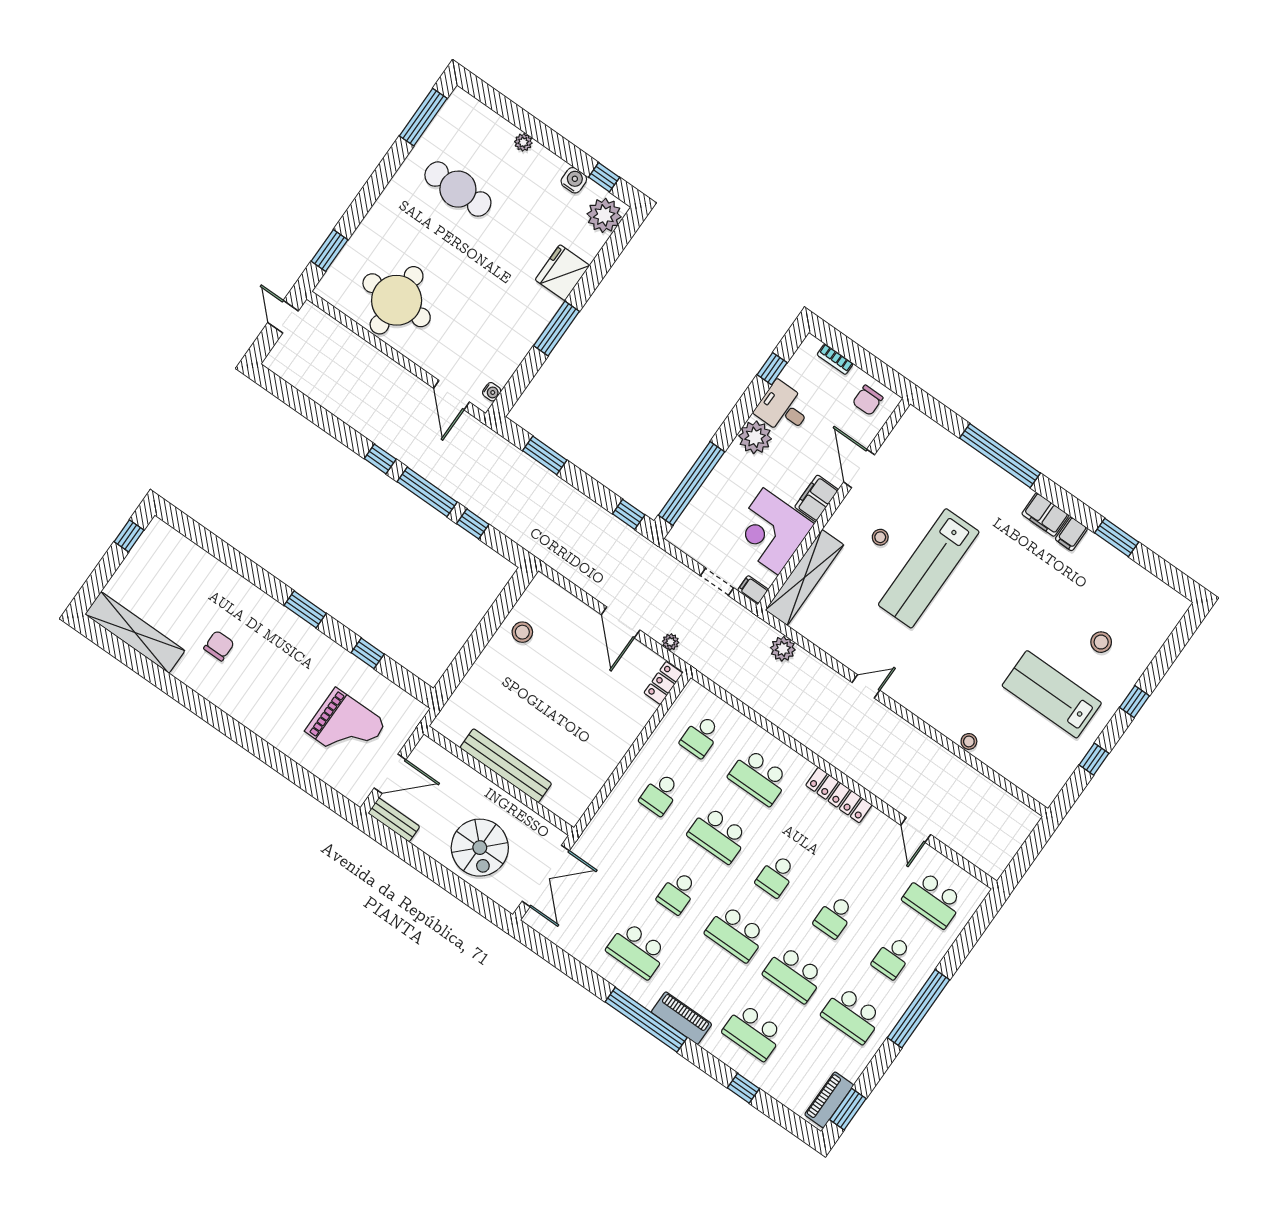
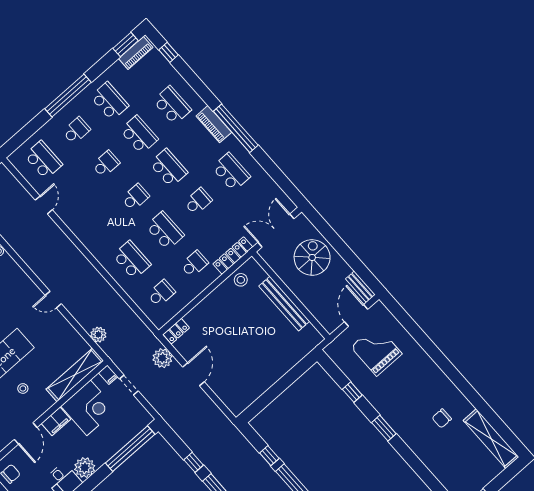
window: (629, 514) -> (194, 462), moved
stool: (522, 632) -> (241, 280), moved
plant: (671, 642) -> (162, 358), width x1.88, depth x1.88
door: (390, 774) -> (356, 315), hinge flipped
locker: (839, 795) -> (233, 255), moved, turned -90
window: (743, 1088) -> (169, 52), moved

